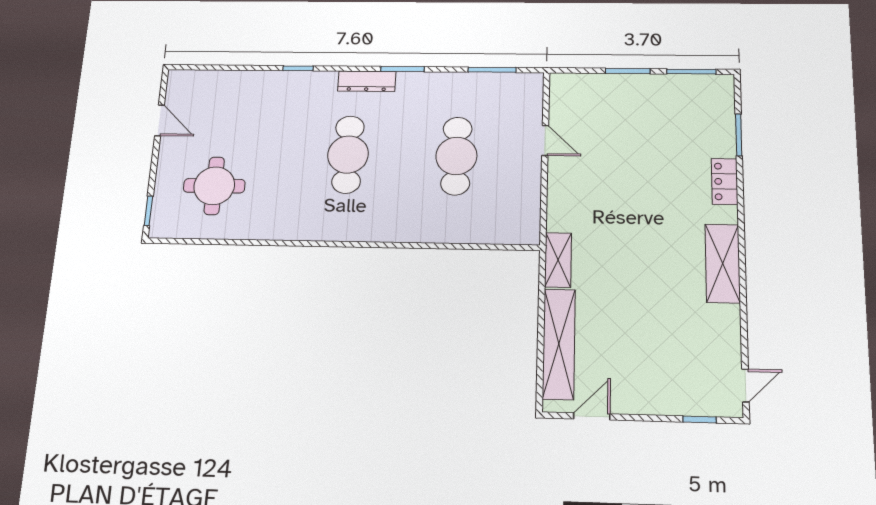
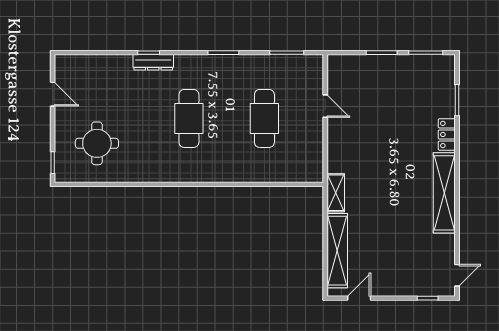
dresser: (367, 81) -> (153, 62), moved
shelving: (723, 263) -> (444, 193), width x1.47

